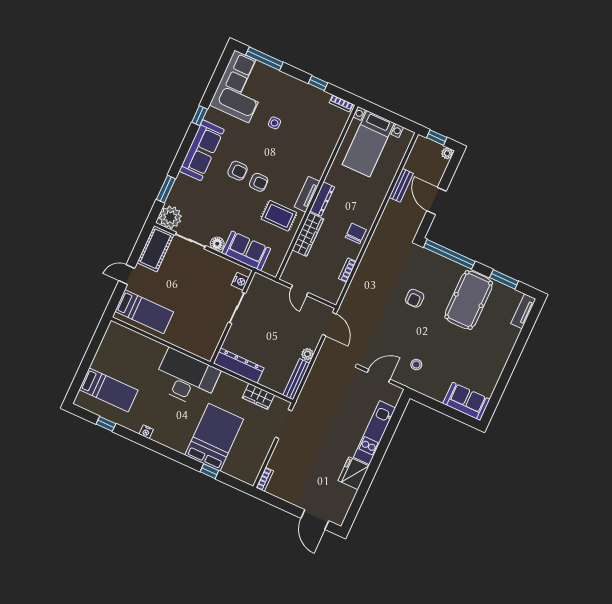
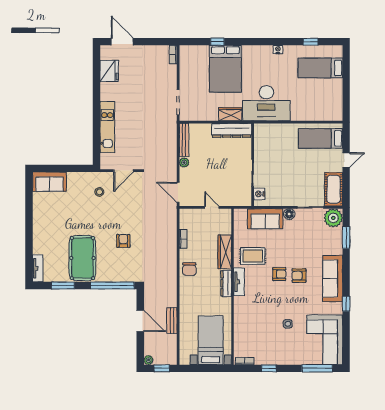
armchair: (259, 182) -> (279, 274), turned 180
wardrobe: (258, 396) -> (230, 114), moved
fridge: (353, 473) -> (109, 71), moved

